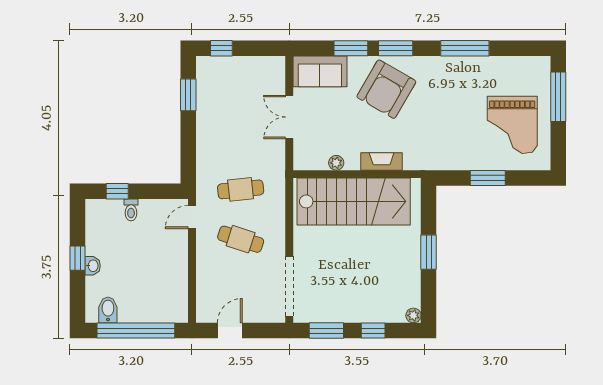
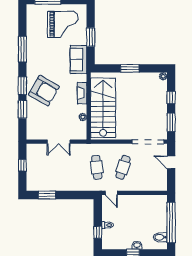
window: (221, 48) -> (22, 165), moved
sofa: (320, 71) -> (79, 60), moved, turned 180
door: (230, 331) -> (171, 162), moved

